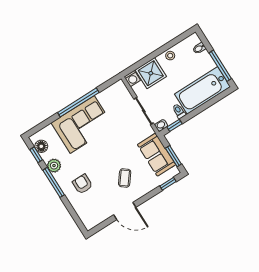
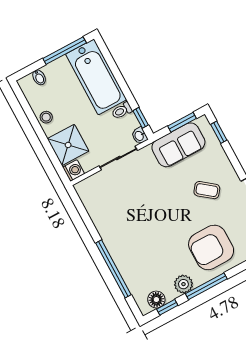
window: (78, 102) -> (113, 269), moved
corner sofa: (82, 125) -> (131, 242), removed
armchair: (83, 184) -> (211, 247), width x1.88, depth x1.88

